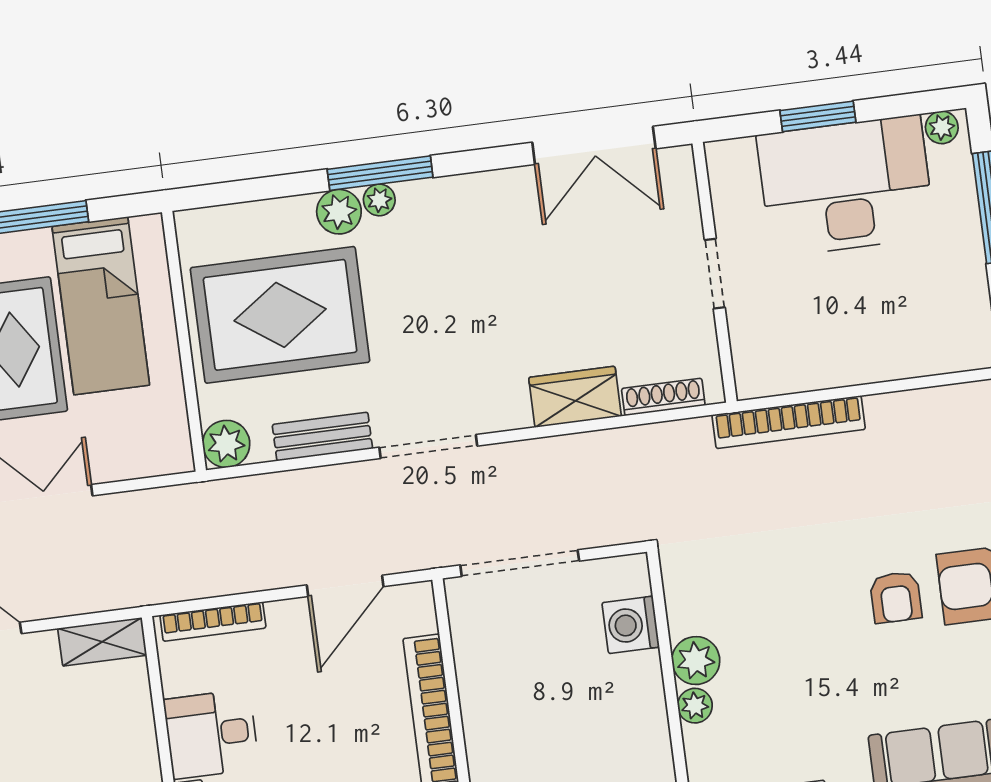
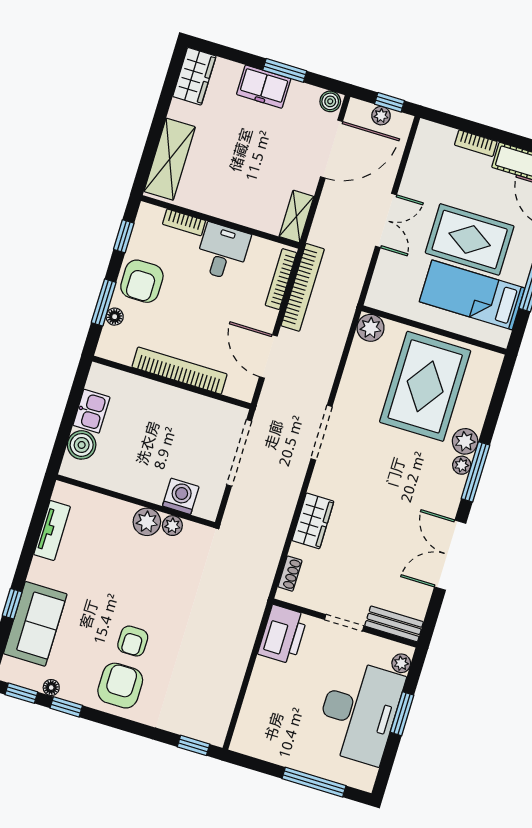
plant: (942, 127) -> (401, 663), moved
double door: (594, 145) -> (450, 555), moved
printer: (777, 363) -> (283, 635), added
shoe rack: (663, 397) -> (290, 574), width x0.70
bookcase: (789, 422) -> (303, 287), moved, turned 180
bench: (322, 437) -> (394, 624), moved, turned 90
armchair: (896, 597) -> (133, 641), turned -90
plant: (695, 706) -> (172, 526), moved

